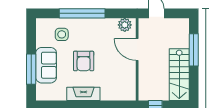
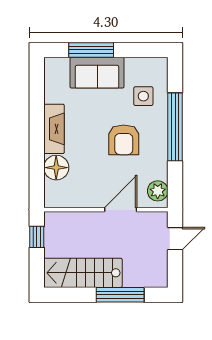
armchair: (84, 61) -> (124, 140), moved, turned -90
floor lamp: (109, 92) -> (56, 168), added

